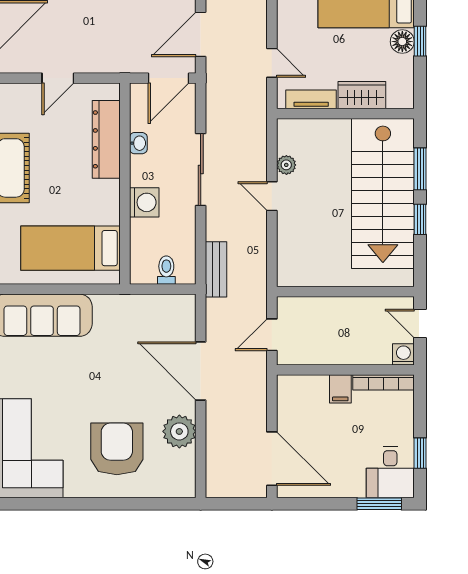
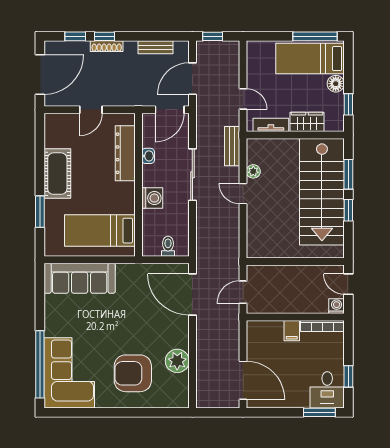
window: (420, 41) -> (348, 104), moved
bench: (216, 269) -> (232, 146), moved
door: (201, 371) -> (192, 294), moved
armchair: (117, 449) -> (133, 373), turned -90

